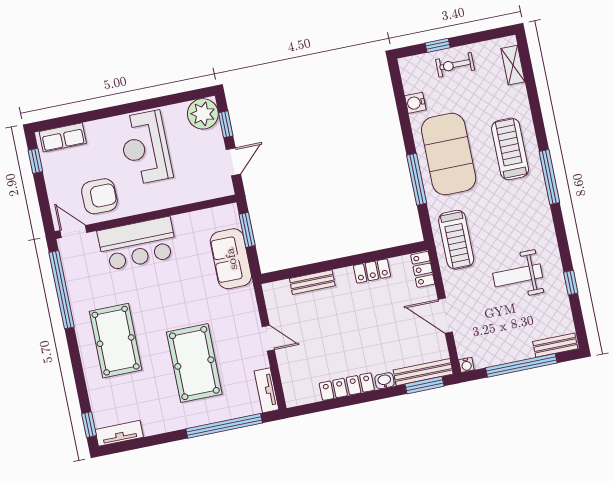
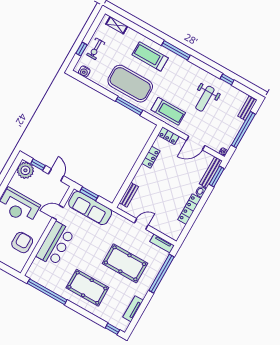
water cooler: (415, 103) -> (84, 72), moved
door: (73, 232) -> (58, 212), moved
sofa: (231, 259) -> (90, 208), width x1.36
bench: (312, 282) -> (129, 195), moved
tv unit: (119, 433) -> (133, 309), moved

